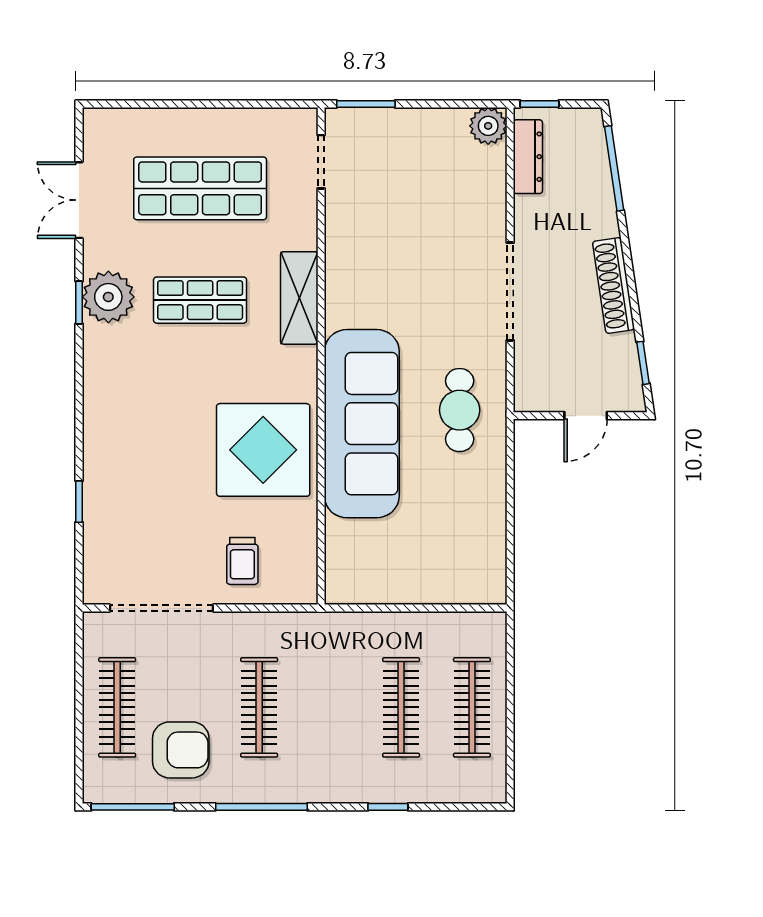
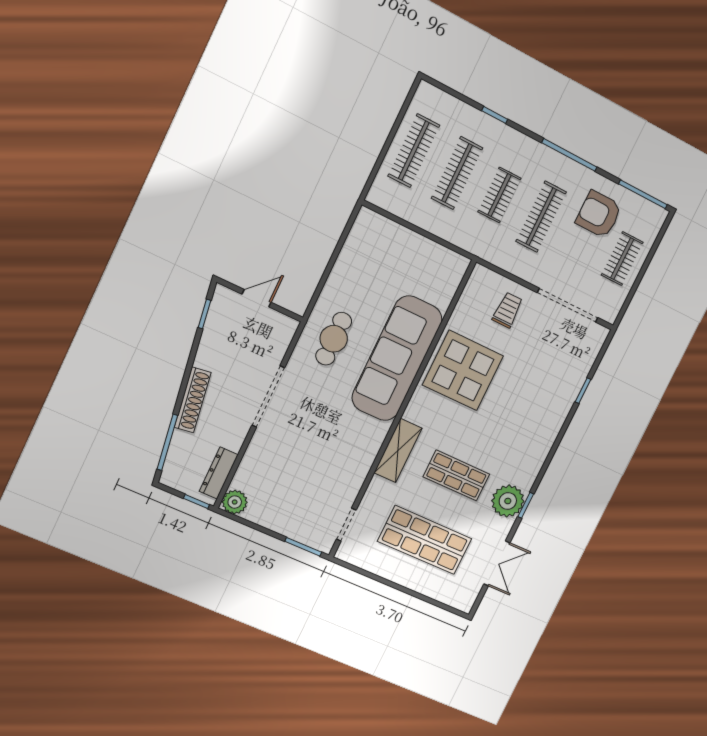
shoe rack: (614, 285) -> (193, 400), moved
clothes rail: (117, 707) -> (622, 259), width x0.73
clothes rail: (330, 707) -> (499, 195), added

